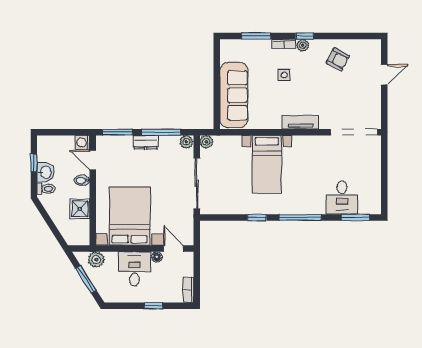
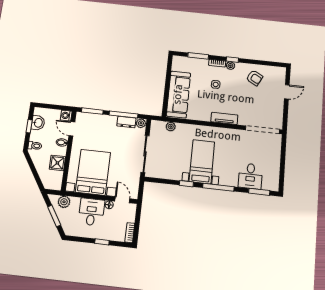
dresser: (146, 142) -> (126, 122), moved
plant: (206, 142) -> (171, 127), moved
bed with nightstands: (267, 164) -> (202, 162), moved, turned 180
washbasin: (45, 172) -> (38, 123), moved

